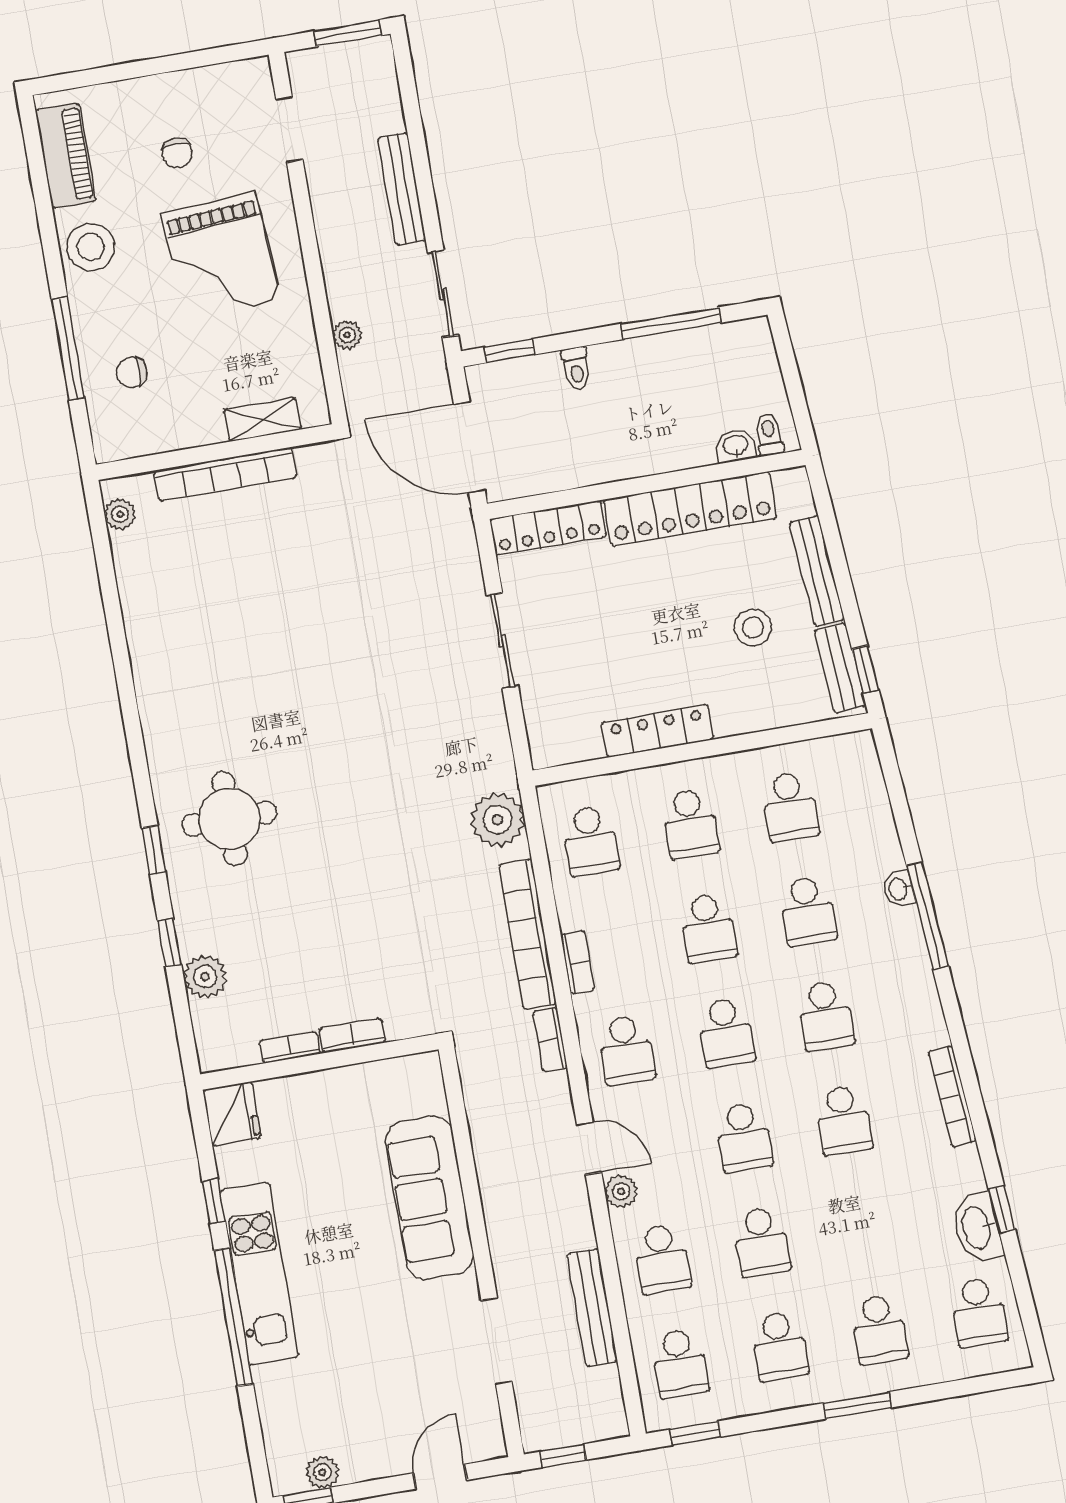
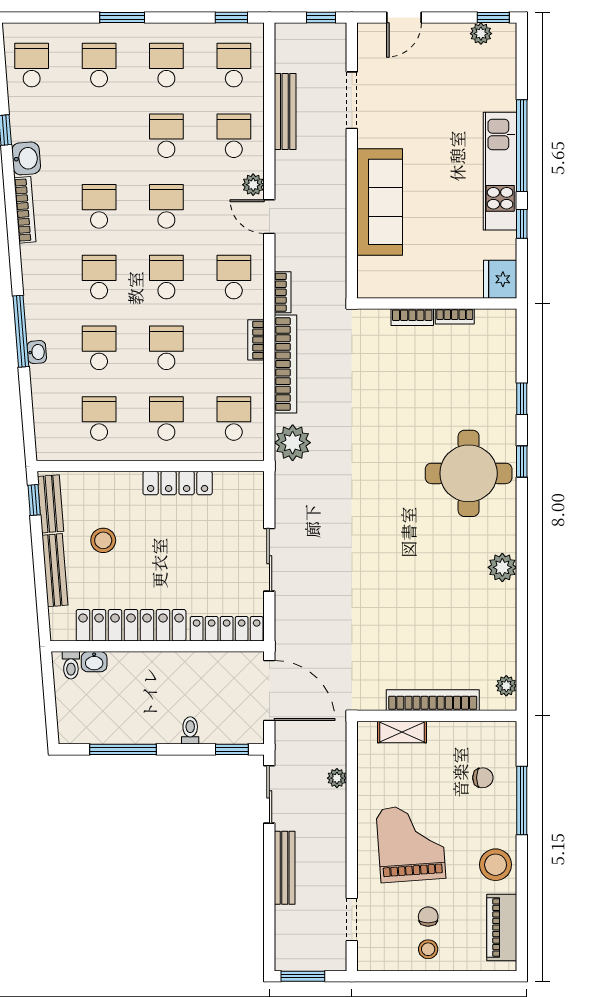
stool: (169, 105) -> (428, 949), added
round table: (229, 819) -> (469, 473), width x1.36, depth x1.36
plant: (205, 977) -> (502, 567), moved
washbasin: (977, 1227) -> (26, 158), moved, width x0.72

